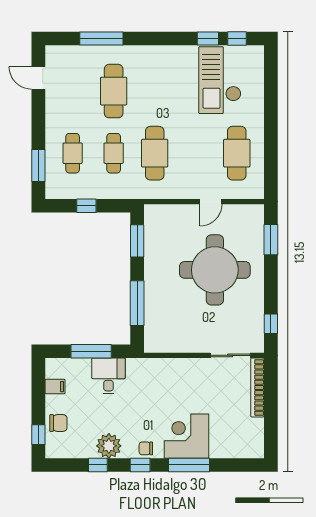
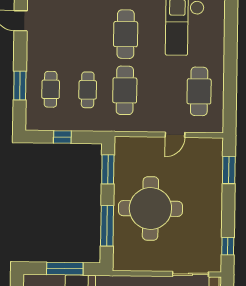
cafe table: (114, 91) -> (126, 34), moved
window: (38, 165) -> (20, 86), moved
round table: (215, 270) -> (150, 208), moved

